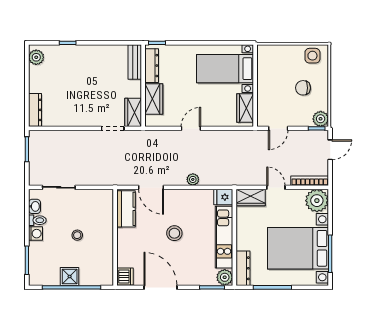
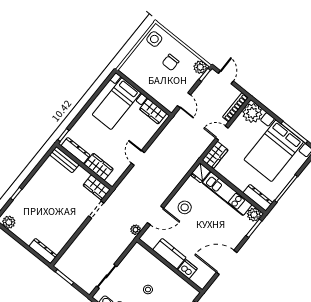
plant: (193, 179) -> (136, 230), moved
kitchen counter: (126, 209) -> (169, 254), moved
stool: (174, 233) -> (185, 207), moved
dishwasher: (125, 276) -> (187, 269), moved

